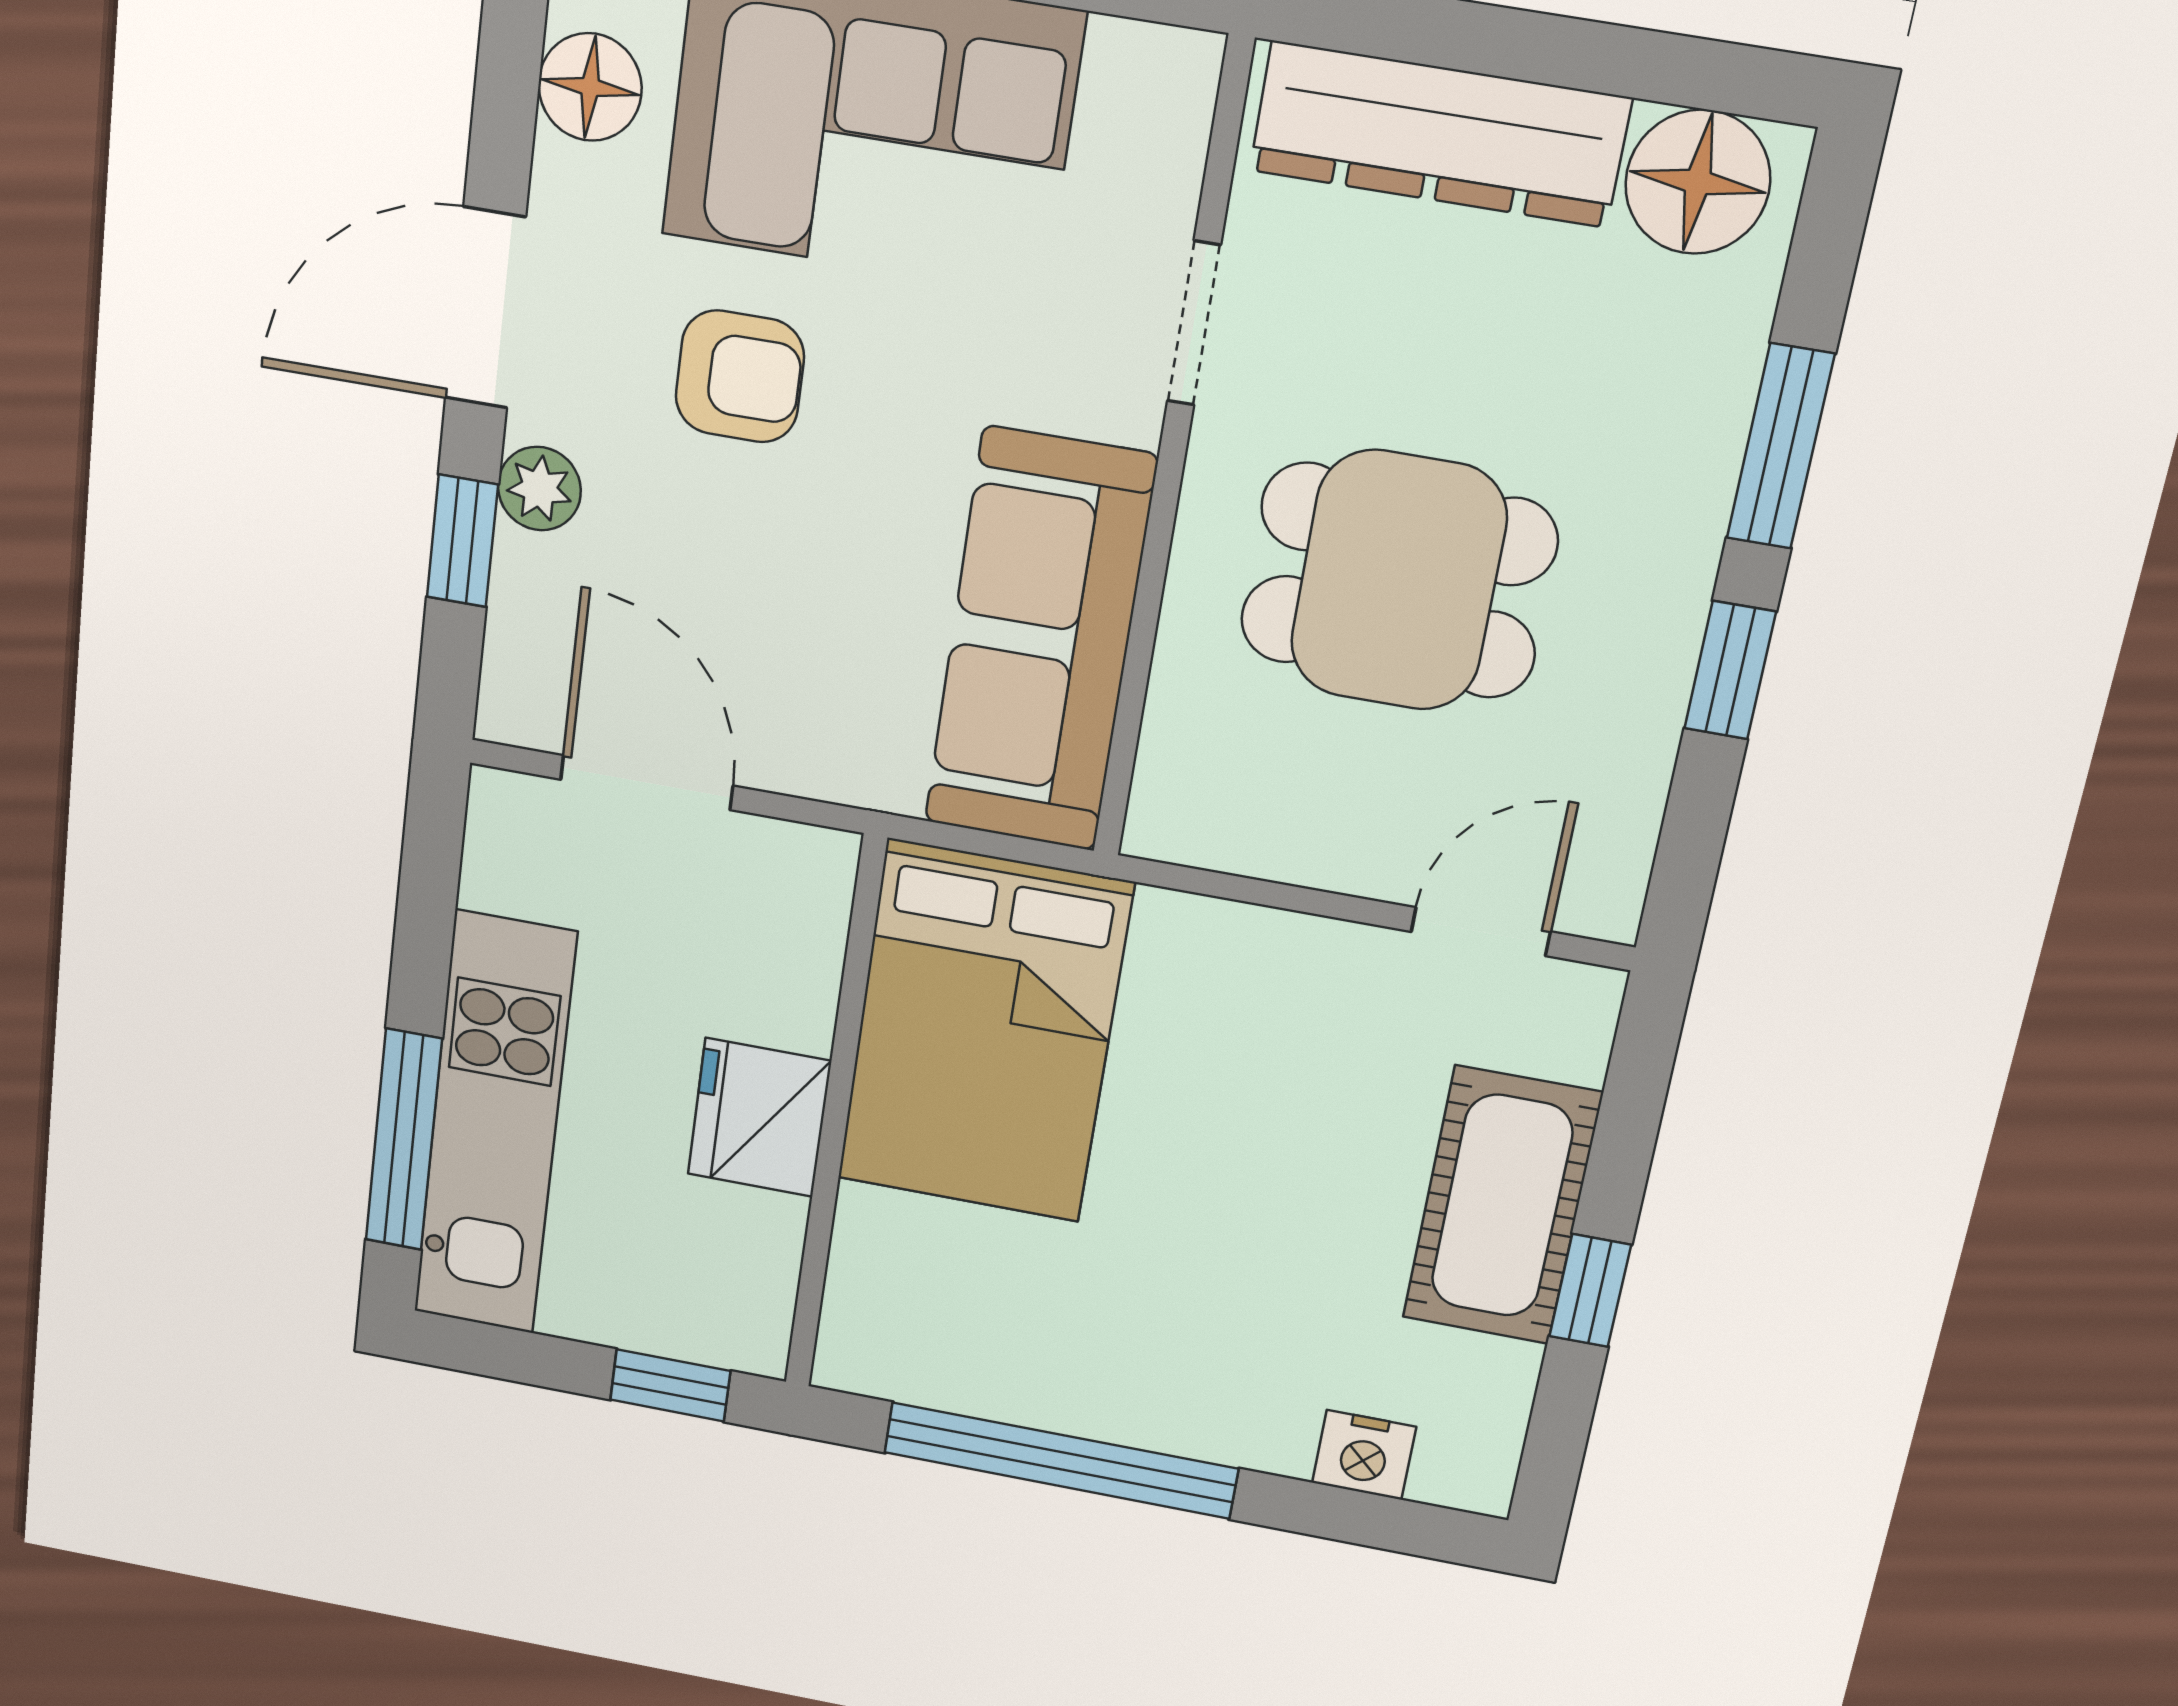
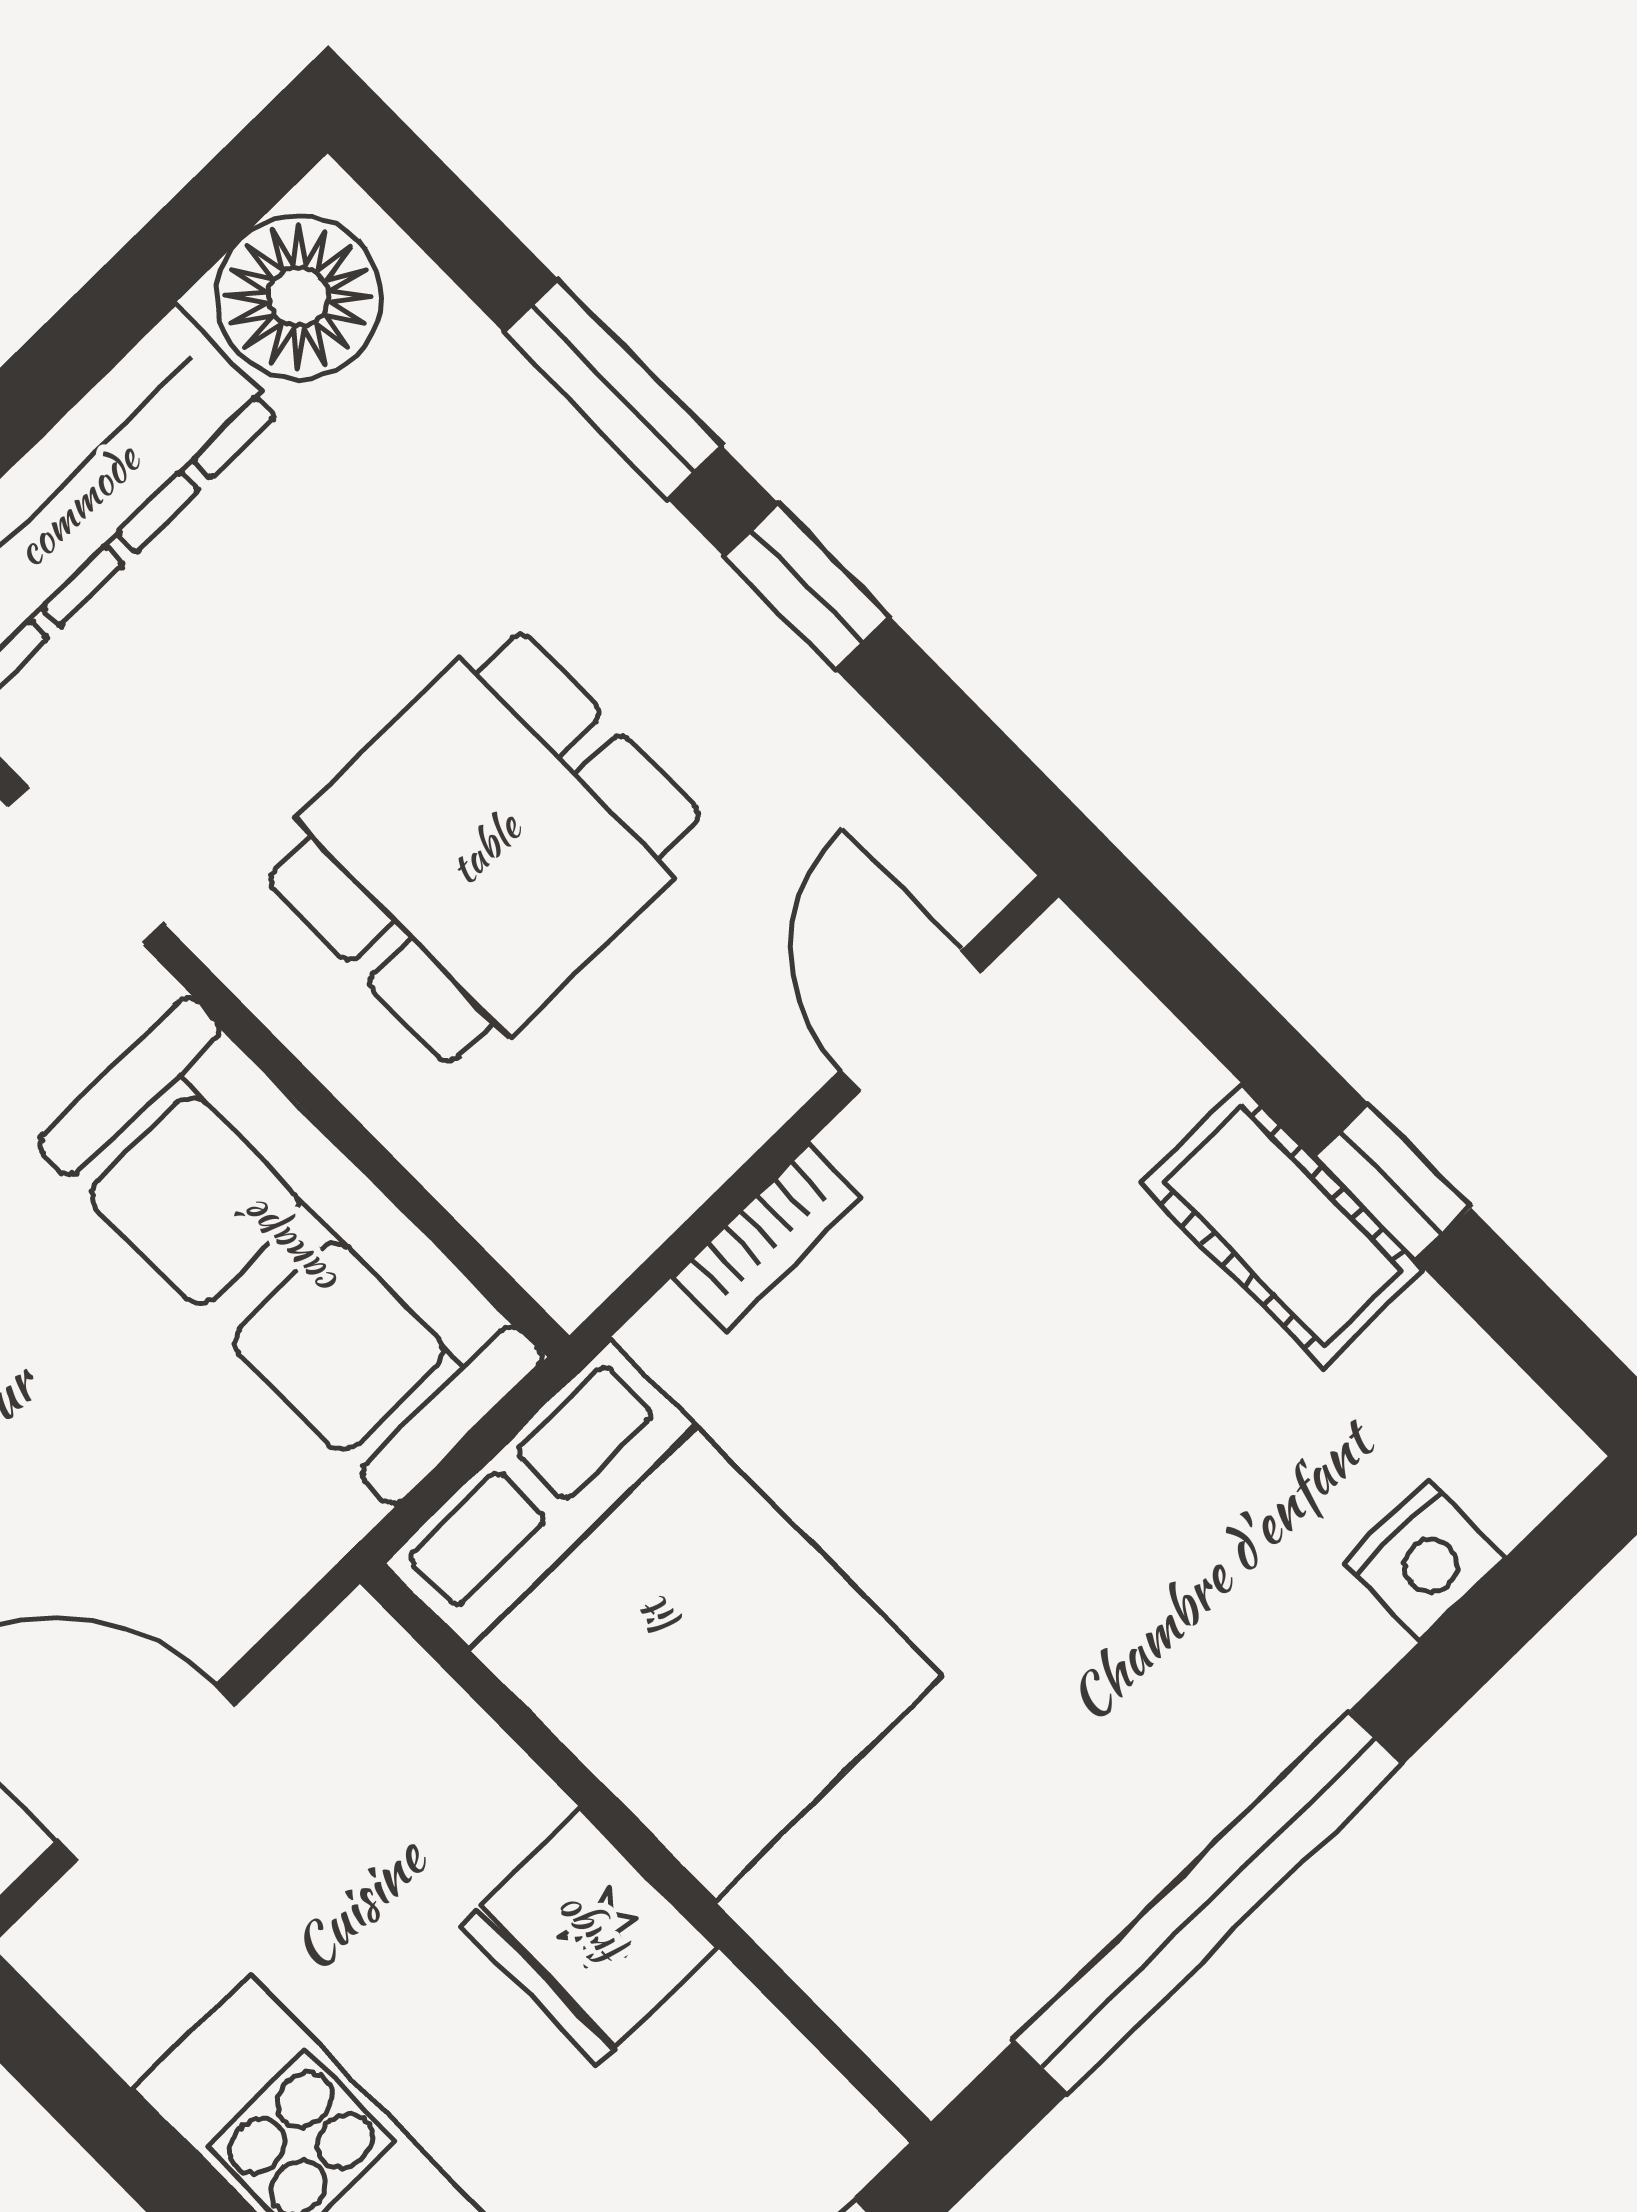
bookcase: (1272, 935) -> (767, 1238), added
cot: (1502, 1206) -> (1283, 1226), width x0.73, depth x0.75

